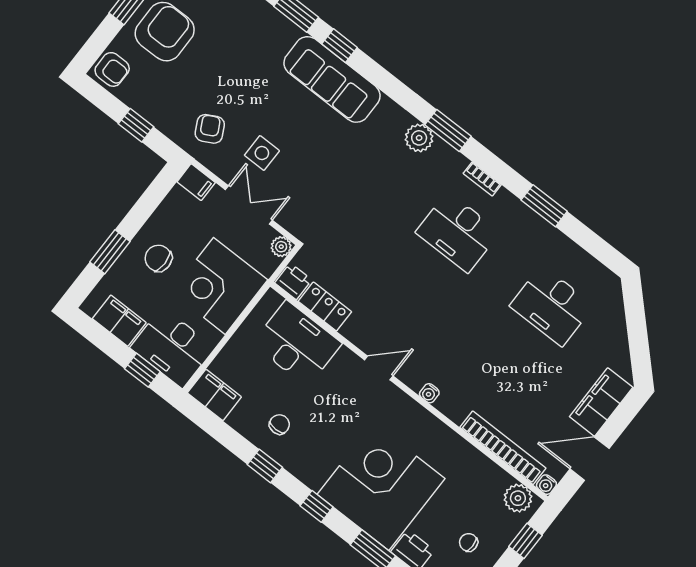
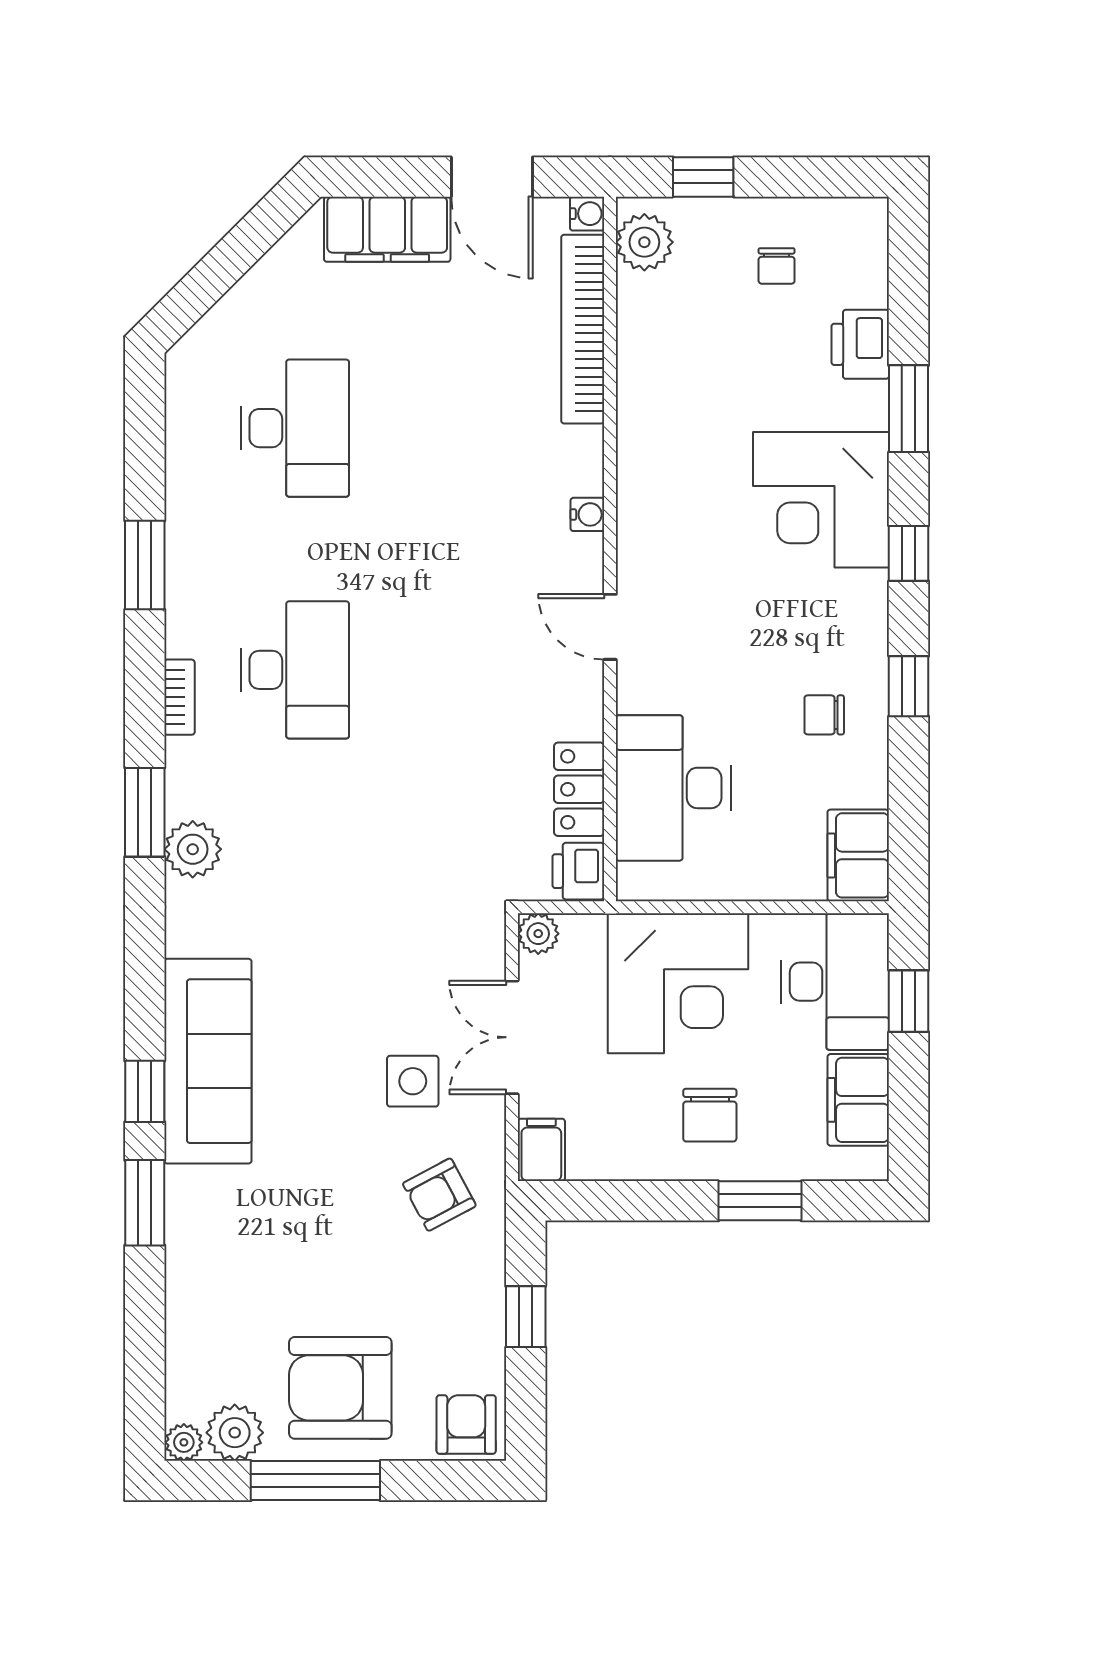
corner desk: (381, 486) -> (821, 500), width x0.74, depth x0.74

